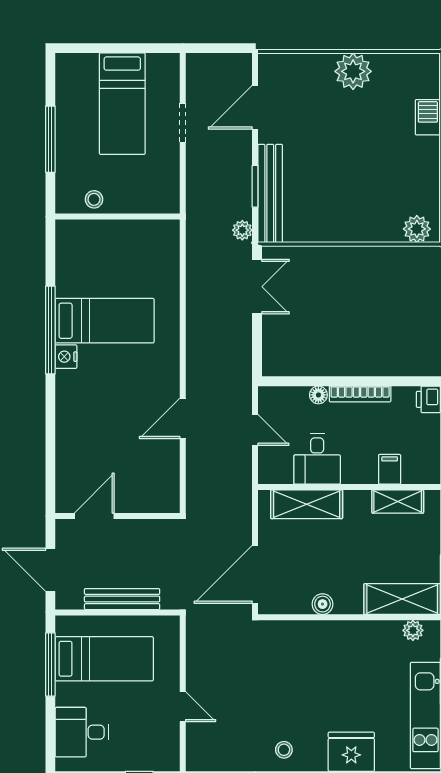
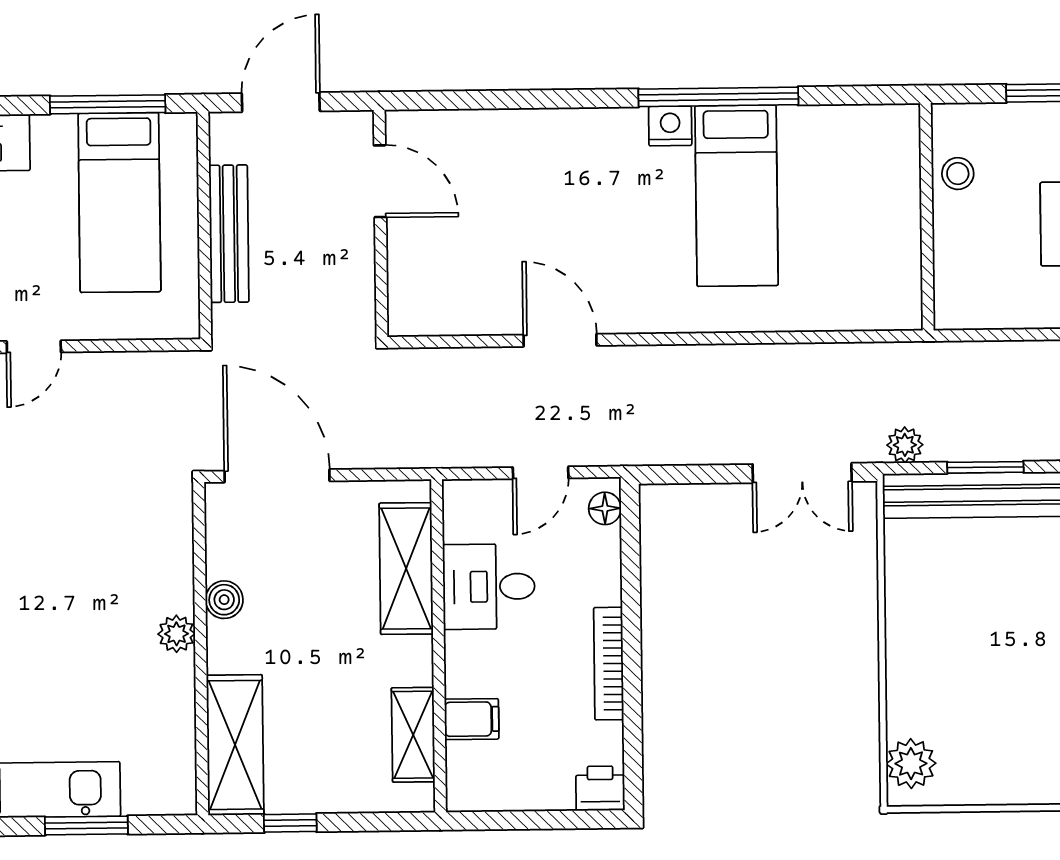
floor lamp: (318, 395) -> (605, 508), moved
plant: (413, 630) -> (176, 634), moved

